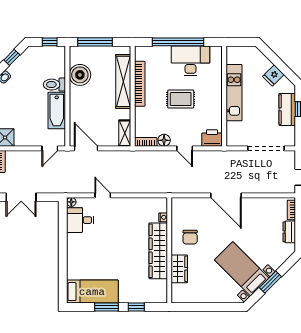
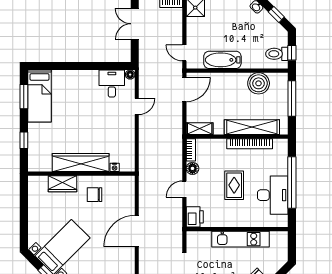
toilet: (54, 85) -> (277, 54), moved, turned -90
window: (107, 307) -> (24, 97), moved

